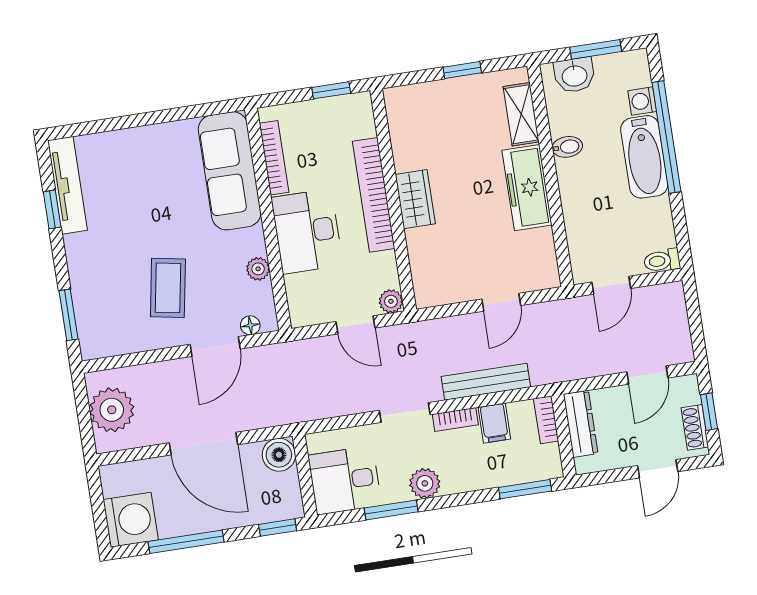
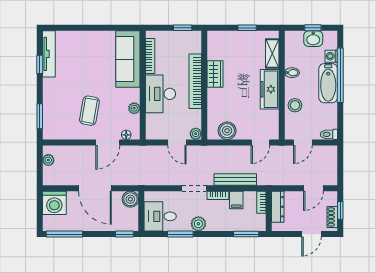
window: (596, 49) -> (313, 28), width x0.67
washbasin: (574, 75) -> (313, 39), moved
wardrobe: (415, 199) -> (215, 74), moved
stool: (584, 212) -> (295, 105), added
boiler: (454, 285) -> (227, 131), added
door: (501, 302) -> (260, 142), moved
plant: (112, 410) -> (48, 160), width x0.53, depth x0.53
washing machine: (131, 520) -> (54, 203), moved, turned 90
window: (186, 542) -> (64, 234), moved

